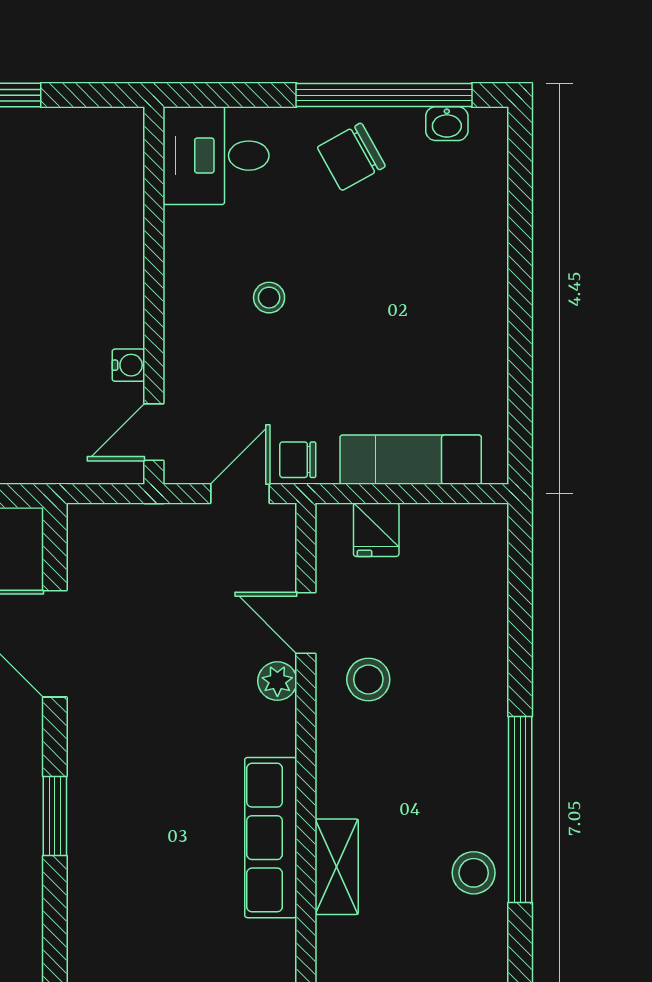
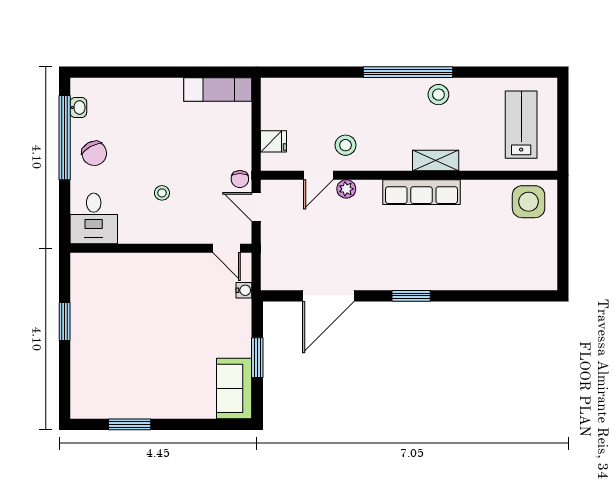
water cooler: (128, 365) -> (244, 290), moved, turned 90
exam couch: (411, 460) -> (218, 90), moved, turned -90

